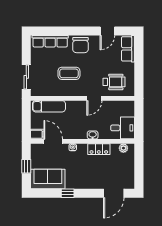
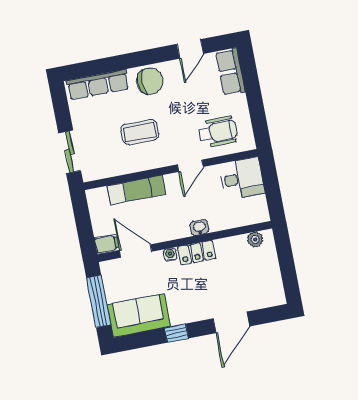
chair: (80, 45) -> (150, 81), turned -90
exam couch: (49, 106) -> (136, 190), moved
desk: (123, 128) -> (242, 179), moved
locker: (99, 149) -> (197, 253), moved
window: (26, 166) -> (99, 301), width x2.17
door: (114, 193) -> (231, 322), moved

